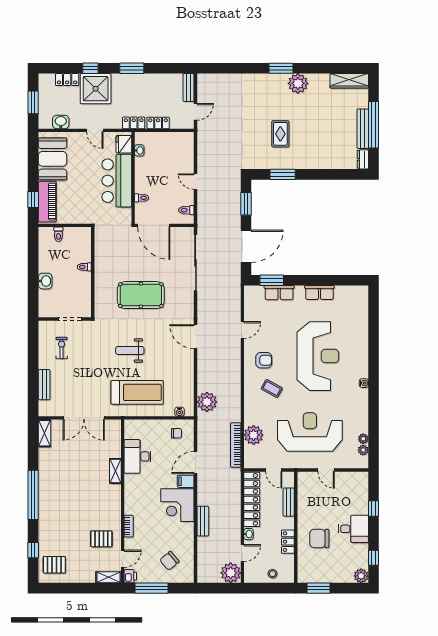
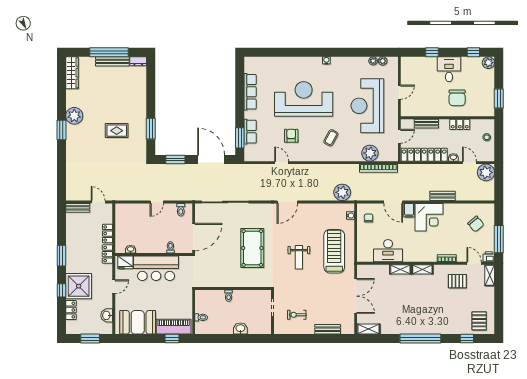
row of seats: (319, 293) -> (250, 92), width x1.48
armchair: (264, 360) -> (291, 136), moved
shelving: (115, 497) -> (422, 269), added
pallet: (101, 539) -> (457, 281), turned 90

